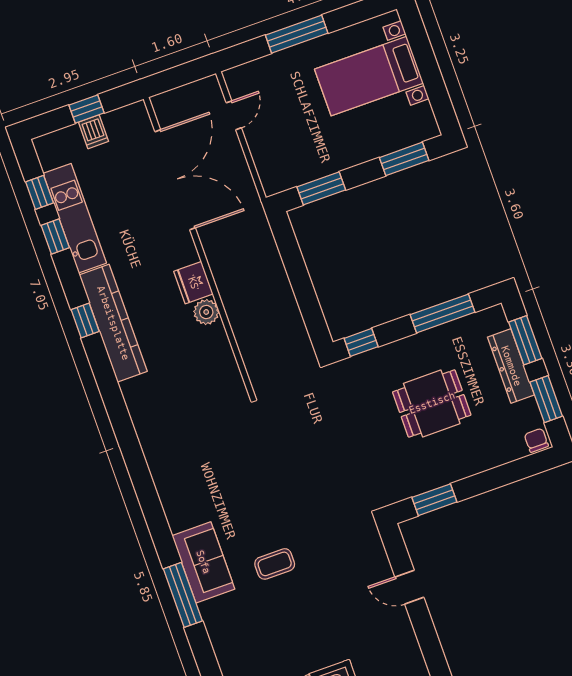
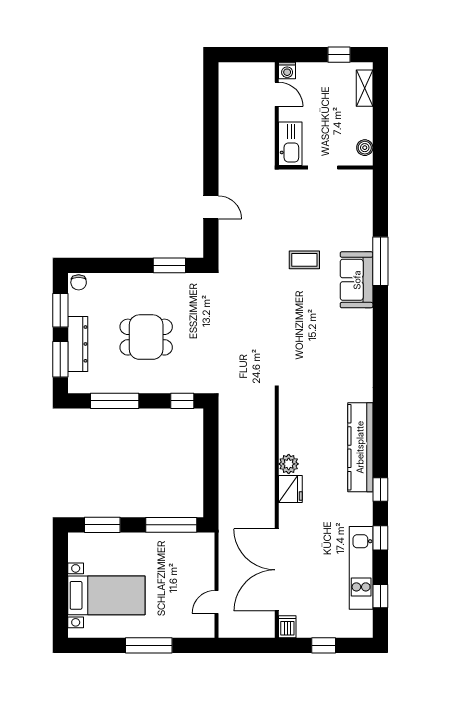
dishwasher: (94, 132) -> (287, 627), moved
window: (321, 188) -> (171, 525), width x1.44
window: (55, 236) -> (380, 538), moved
kitchen counter: (113, 323) -> (360, 447), moved

